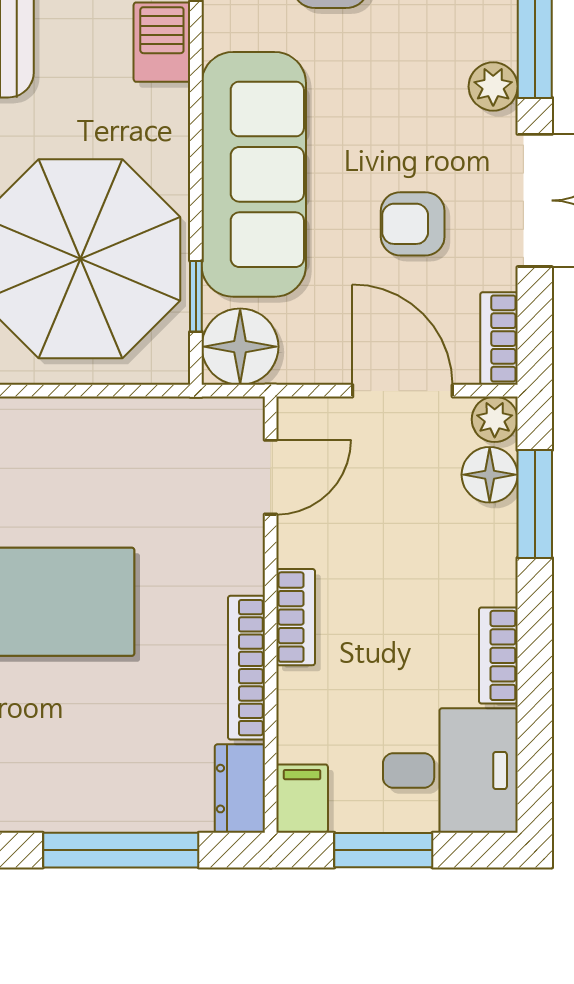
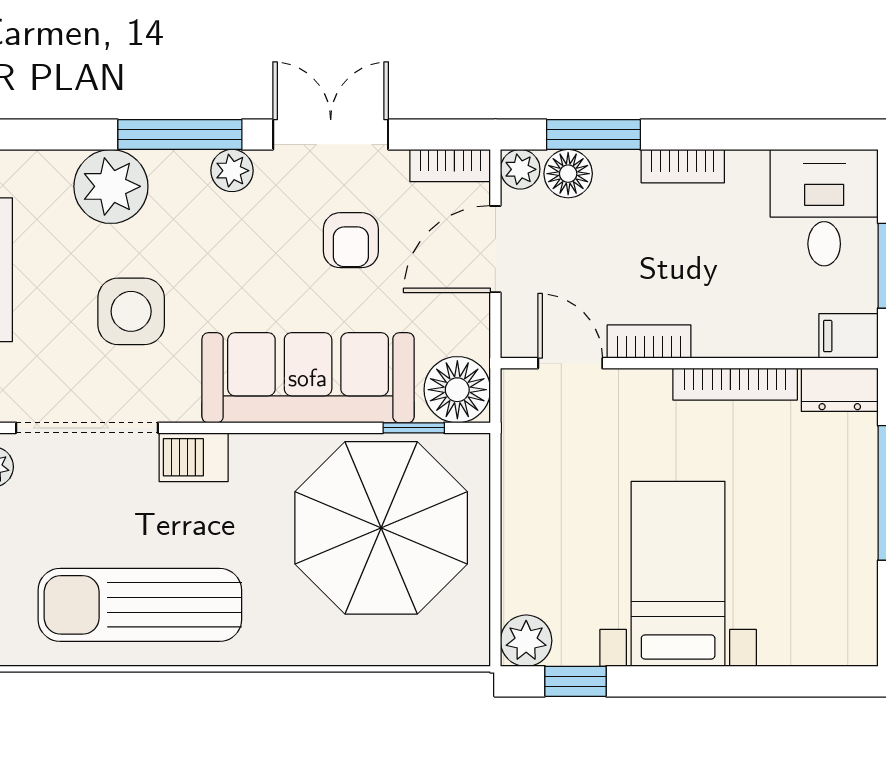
bookcase: (296, 617) -> (649, 342), moved
bookcase: (498, 655) -> (683, 166), moved

